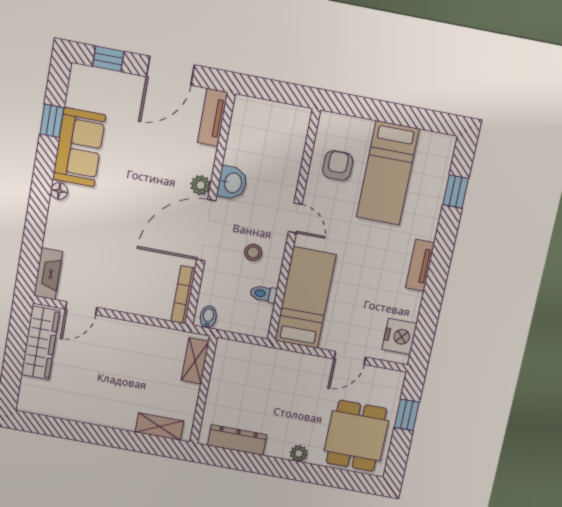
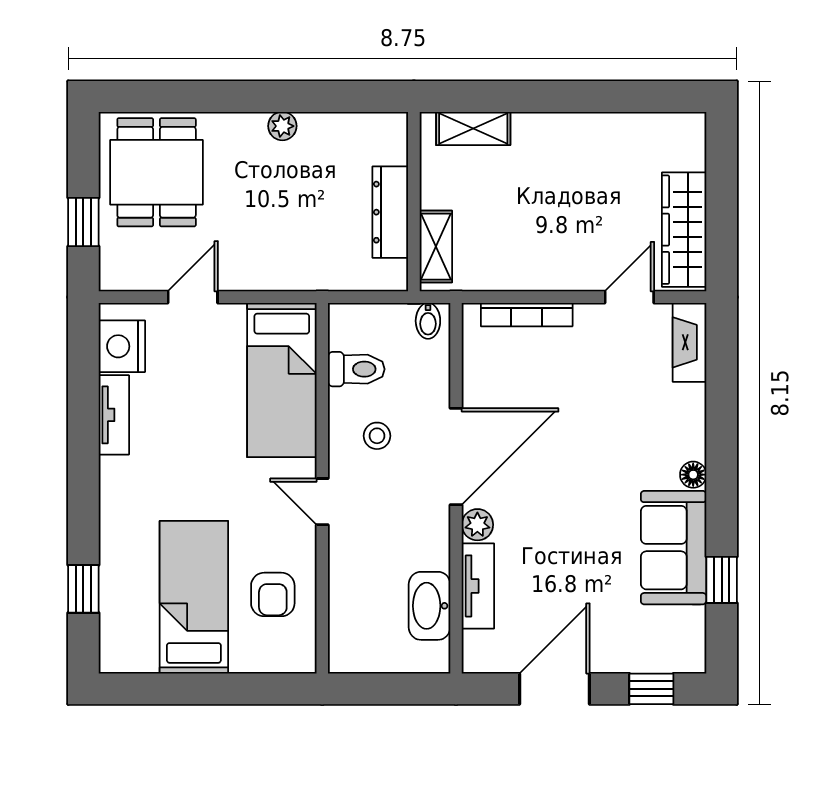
tv unit: (213, 117) -> (478, 586), moved
washbasin: (232, 183) -> (429, 606), moved, width x1.38
tv unit: (420, 265) -> (114, 415), moved
toilet: (264, 294) -> (356, 369), width x1.37, depth x1.39
bookcase: (183, 295) -> (527, 315), moved, turned 90
dresser: (237, 440) -> (390, 212), moved, turned 90
plant: (299, 453) -> (282, 126), moved

